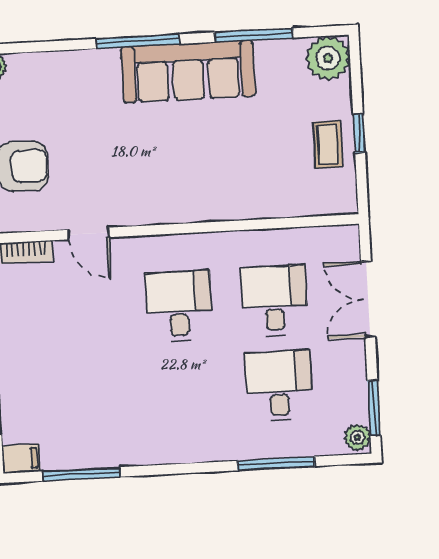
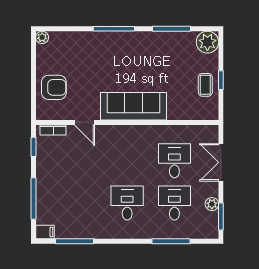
sofa: (188, 72) -> (133, 106), moved, turned 180
desk: (179, 306) -> (127, 203), moved
plant: (357, 437) -> (212, 204), moved

